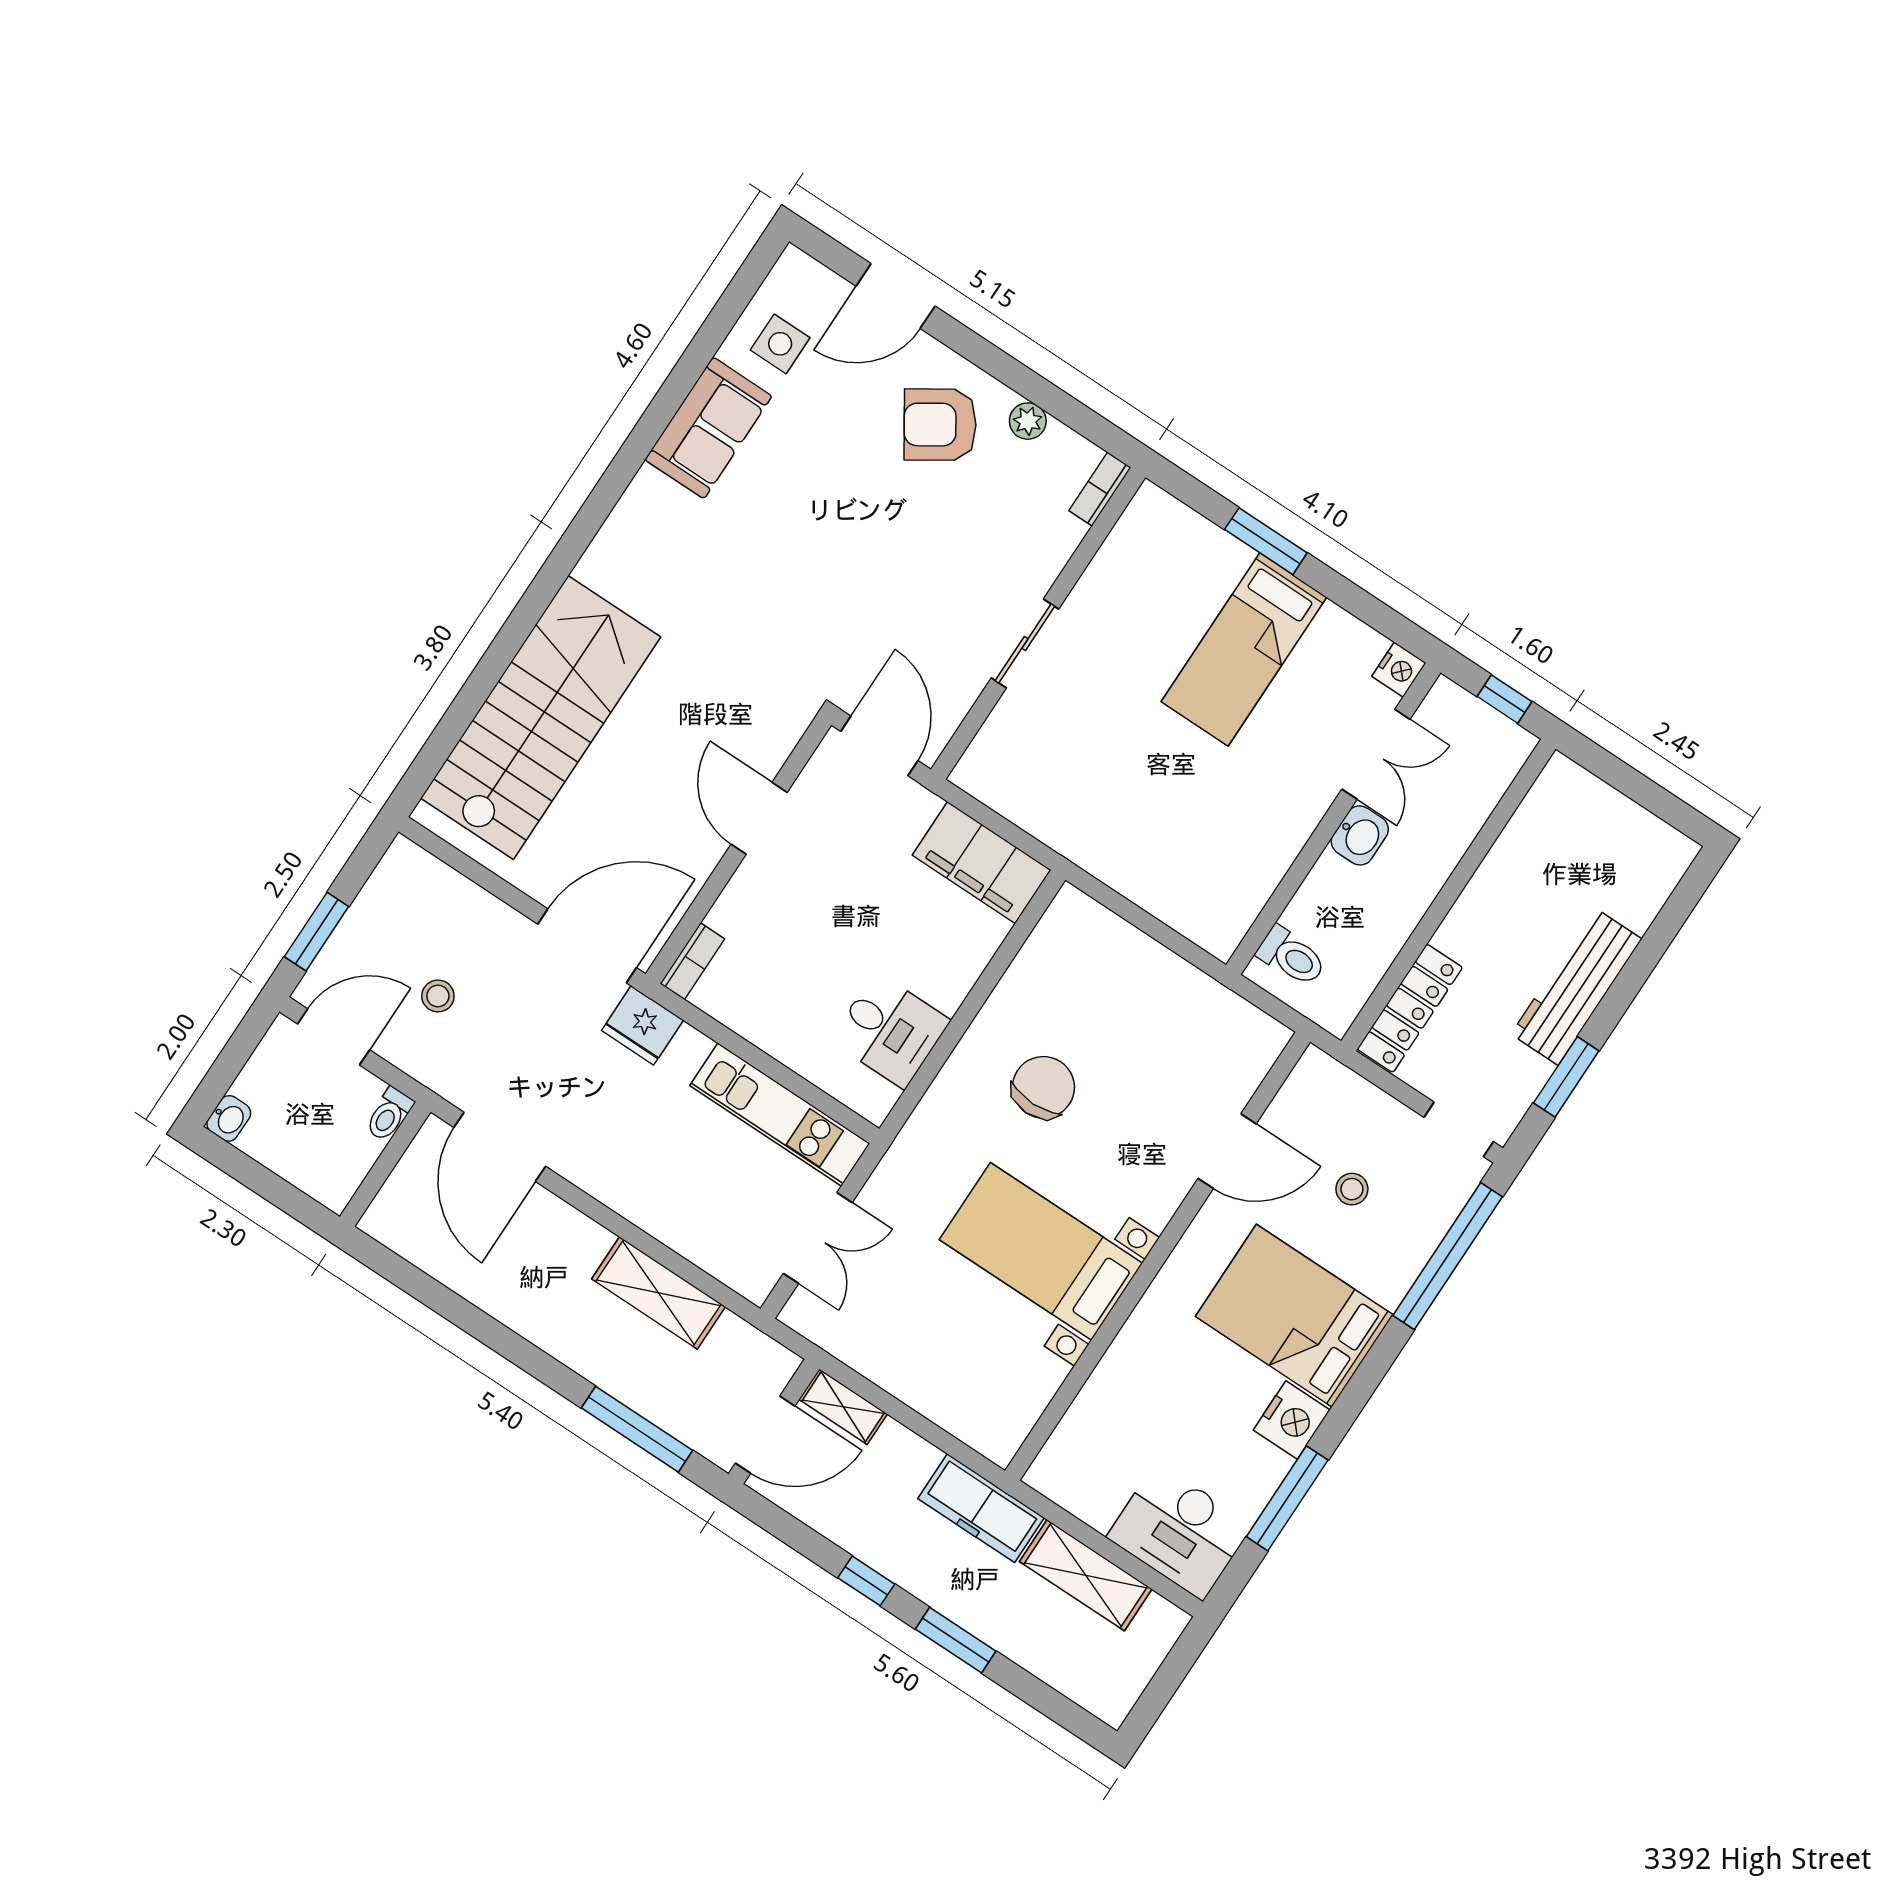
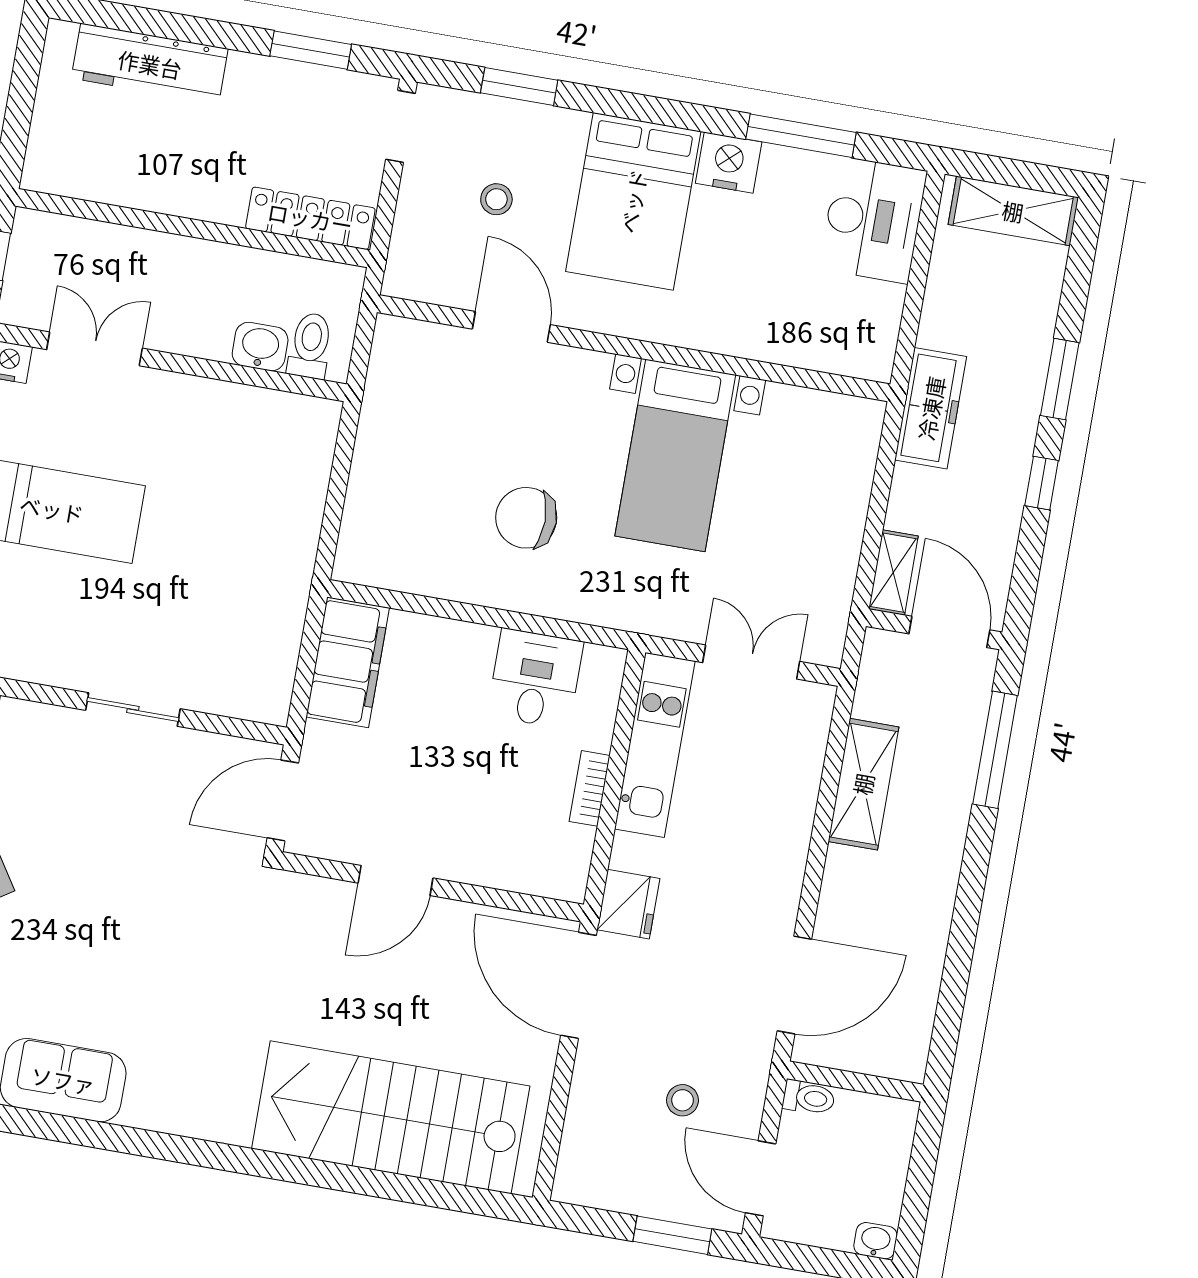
washbasin: (1360, 835) -> (260, 347), moved
bookcase: (692, 961) -> (590, 788), moved, turned -90
workbench: (1576, 986) -> (150, 64), moved
window: (1448, 1256) -> (519, 87), width x0.47
shelving: (1086, 1575) -> (1013, 211), moved, turned 90

